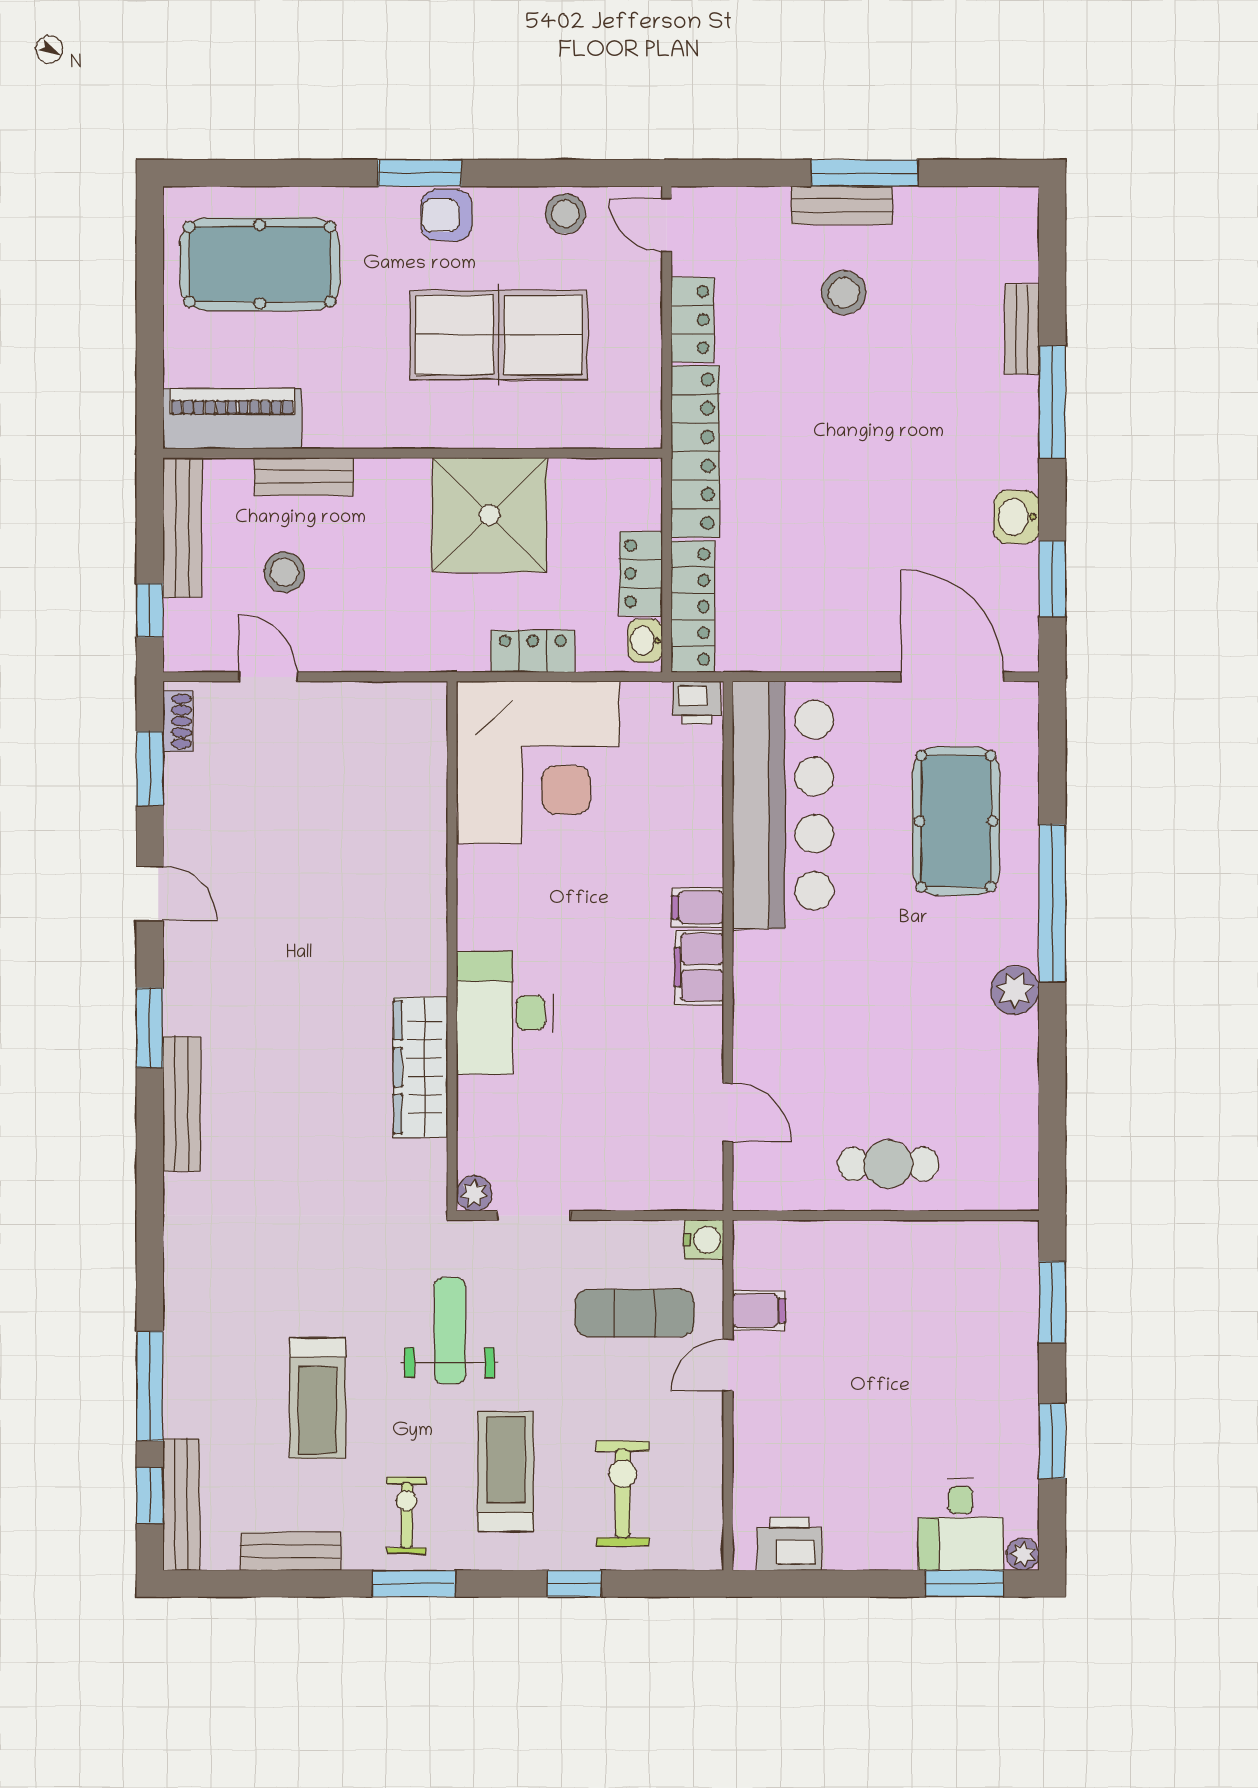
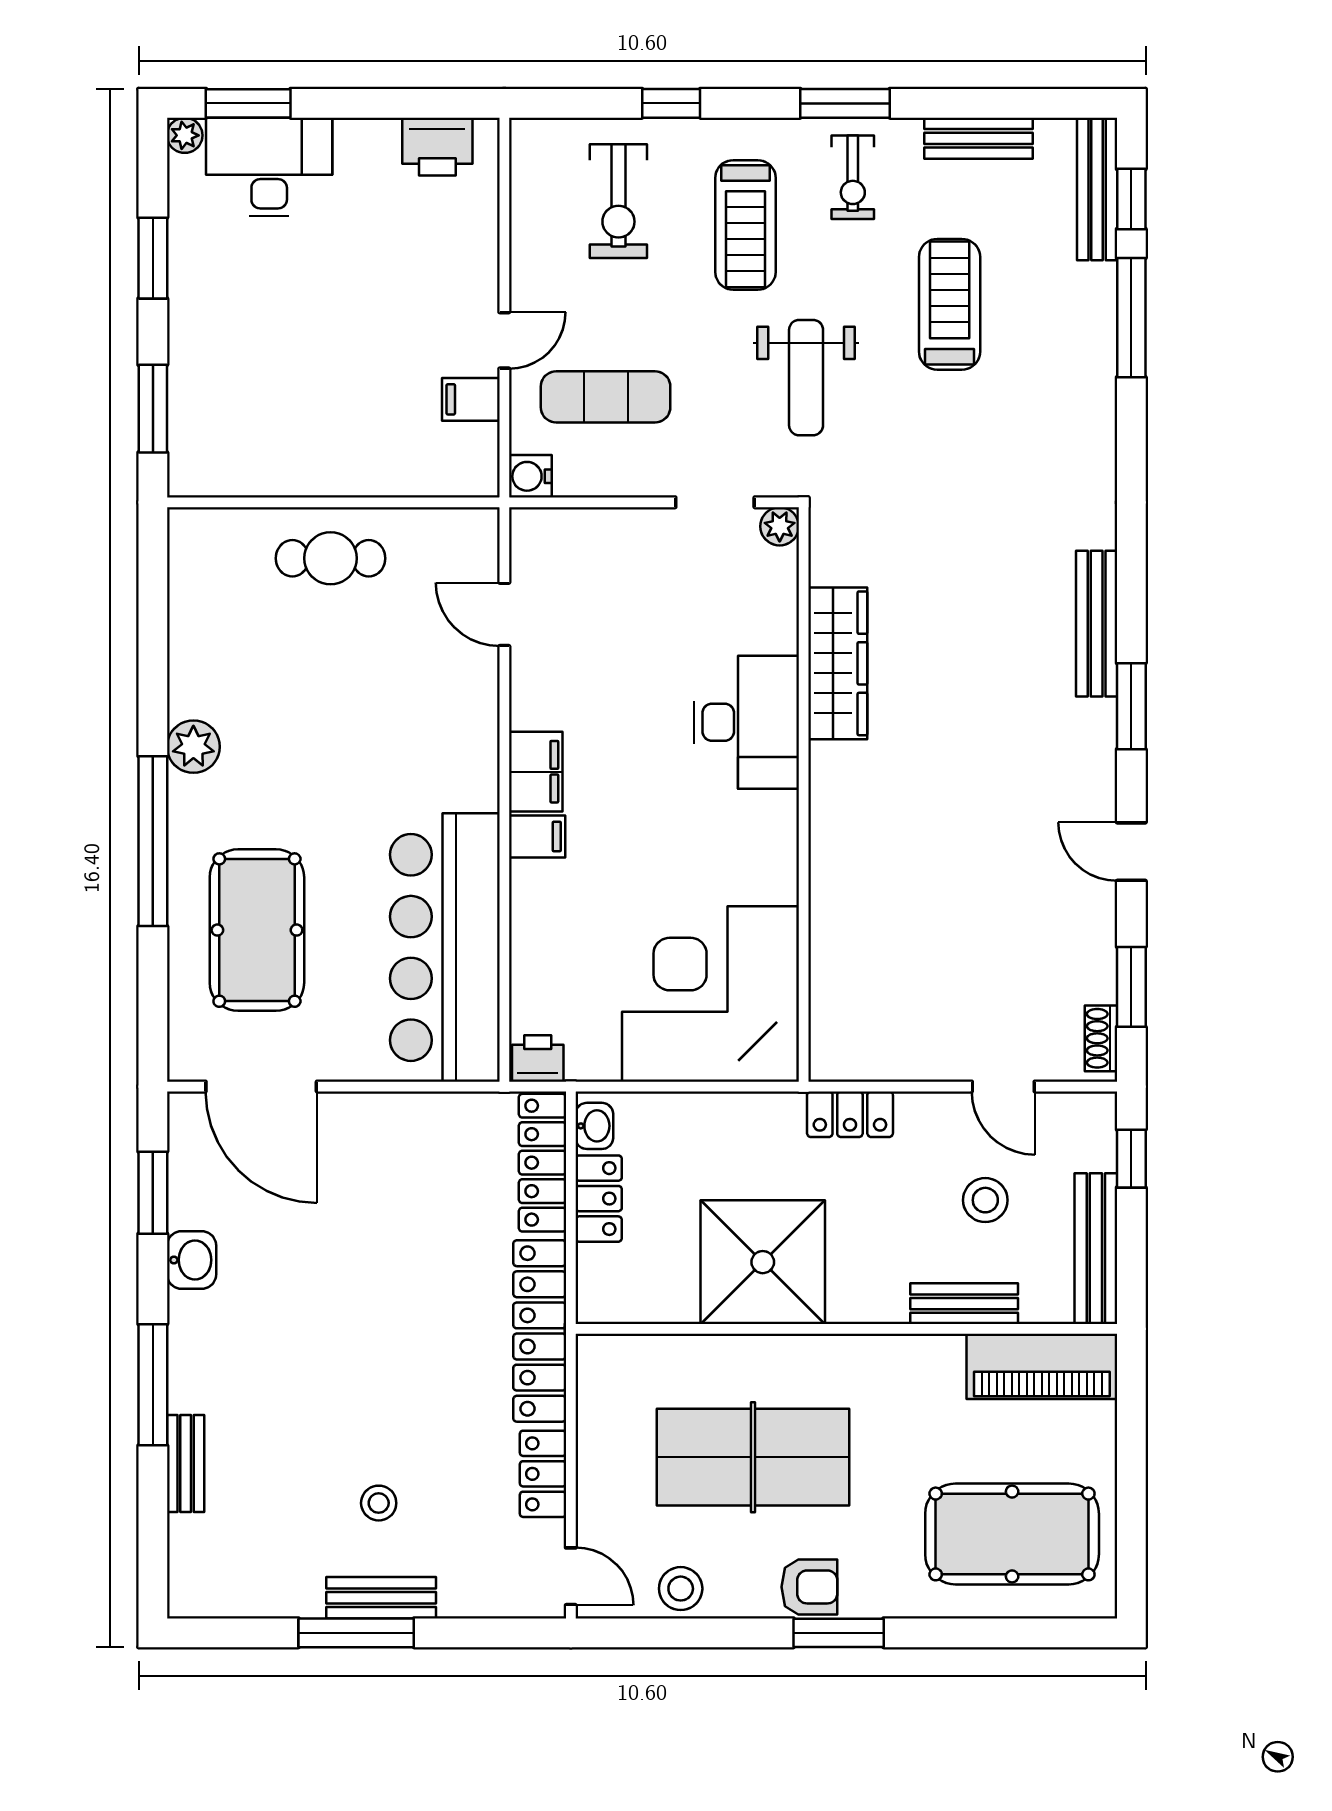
stool: (844, 293) -> (379, 1503), width x0.73, depth x0.73
locker: (533, 651) -> (850, 1114), moved
desk: (961, 1525) -> (269, 167), width x1.37

